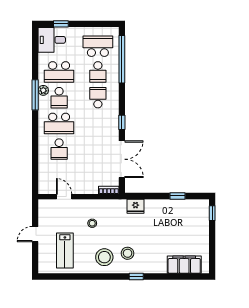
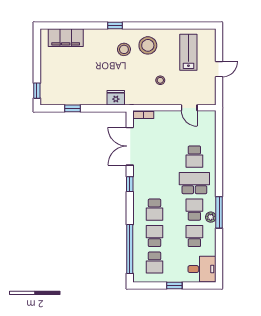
window: (61, 24) -> (174, 286), moved
school desk: (98, 46) -> (154, 263), width x0.54
school desk: (59, 72) -> (194, 236), width x0.54
school desk: (59, 149) -> (194, 157), turned 180

